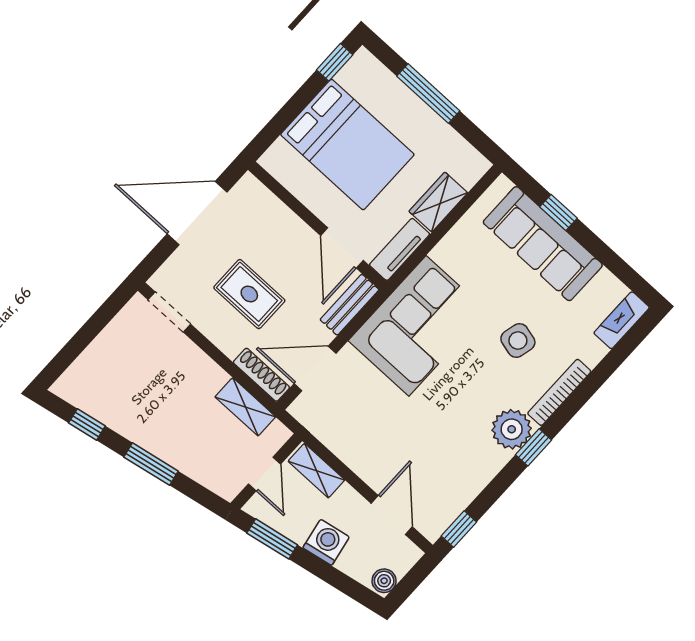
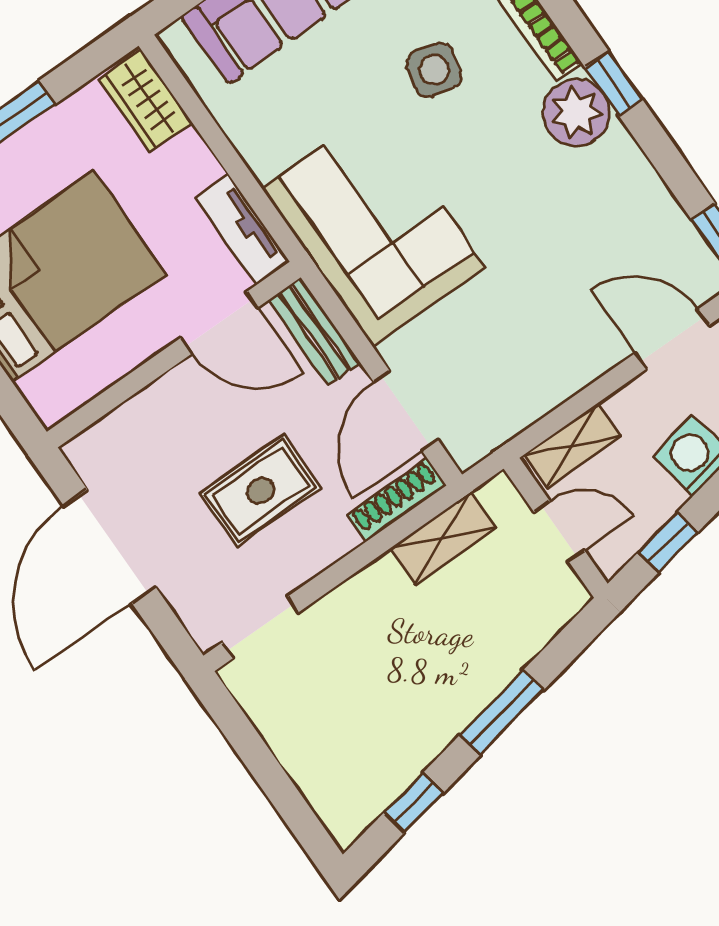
wardrobe: (438, 202) -> (146, 101), moved
window: (272, 539) -> (668, 542), width x0.67

